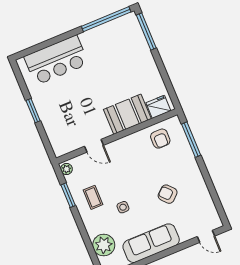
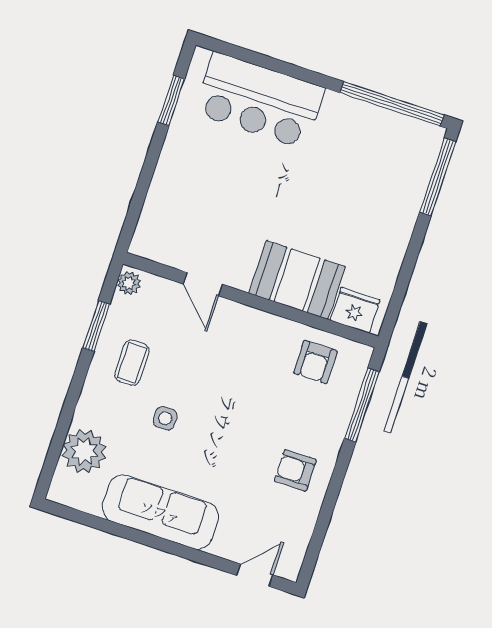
window: (33, 111) -> (171, 100), moved
armchair: (168, 194) -> (295, 470), moved, turned -48
door: (206, 236) -> (255, 575), swing flipped

